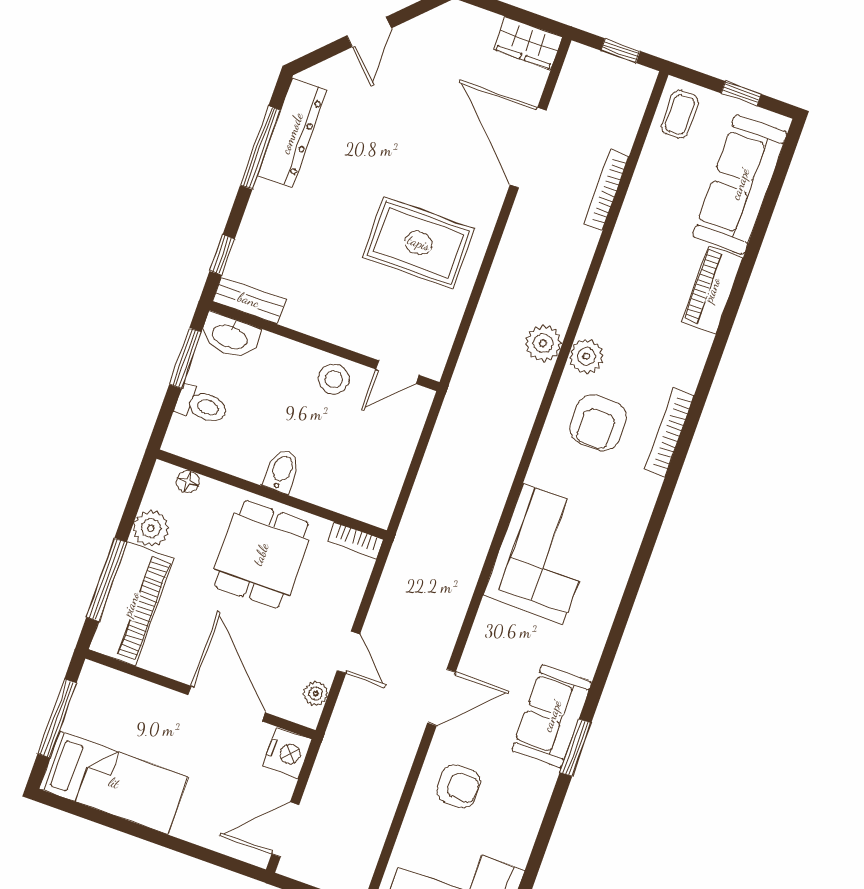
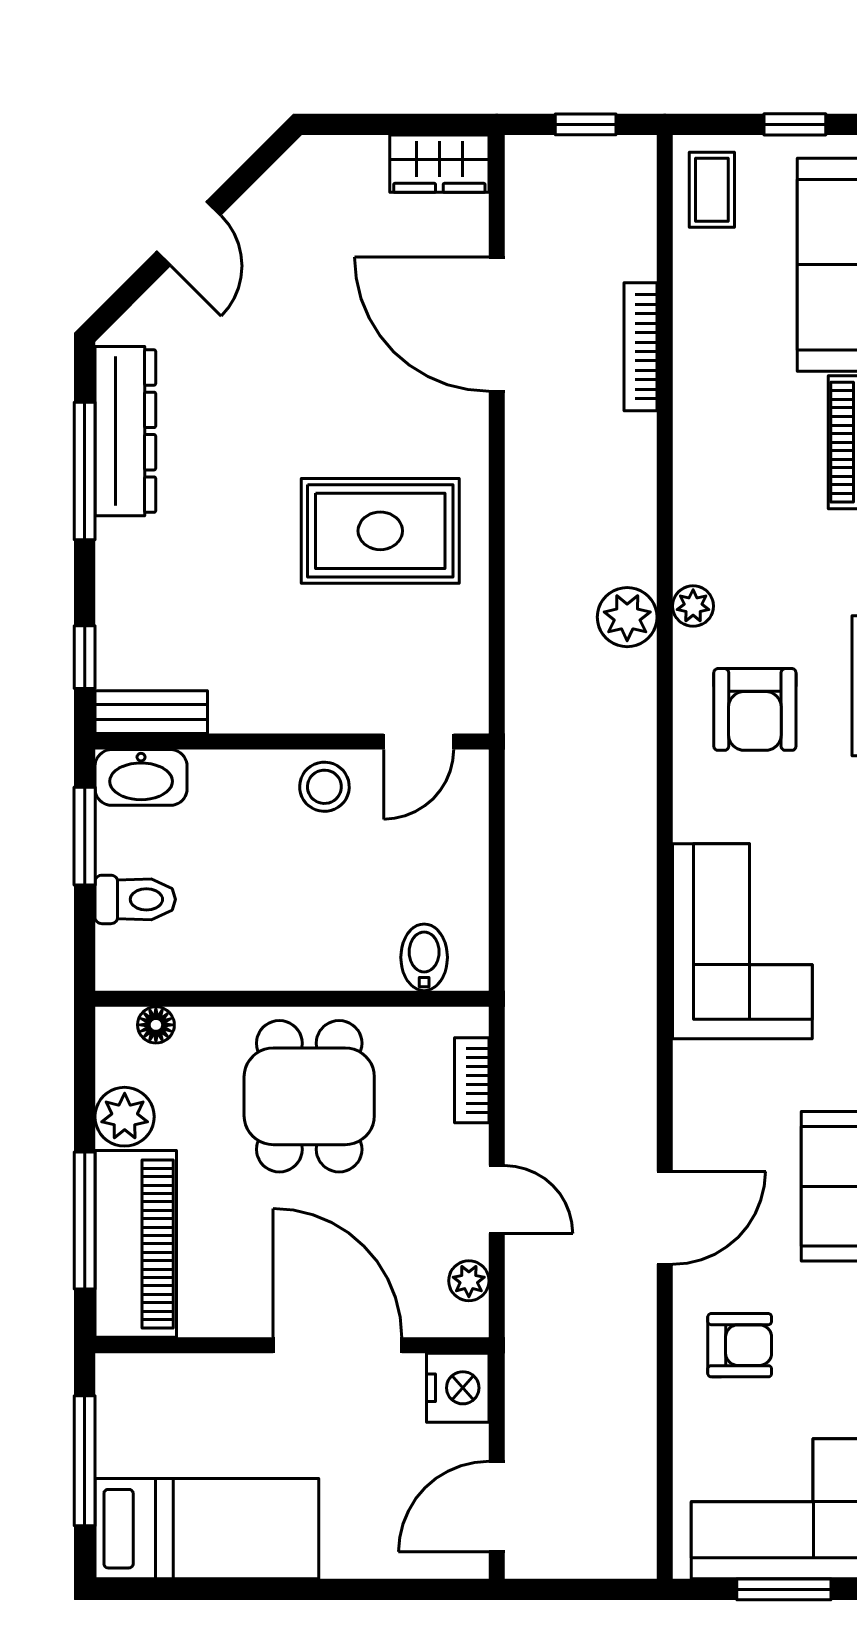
plant: (586, 356) -> (693, 606), width x0.73, depth x0.73
bidet: (282, 471) -> (424, 957), moved
bookcase: (355, 541) -> (472, 1080), moved, turned 90

